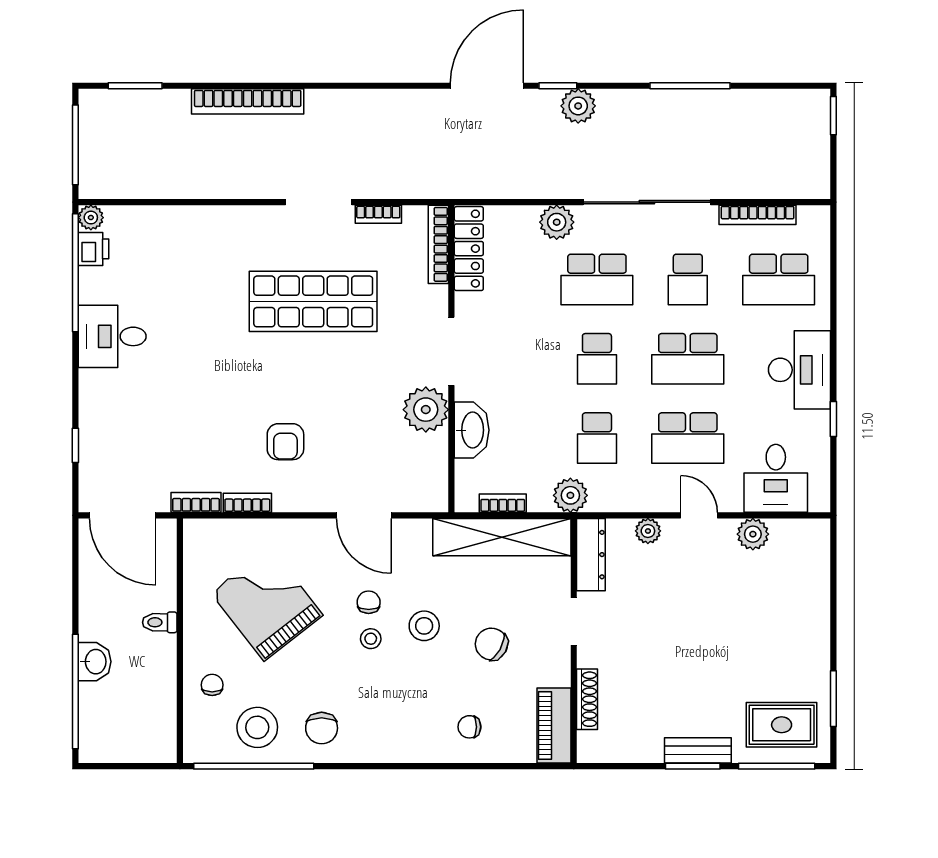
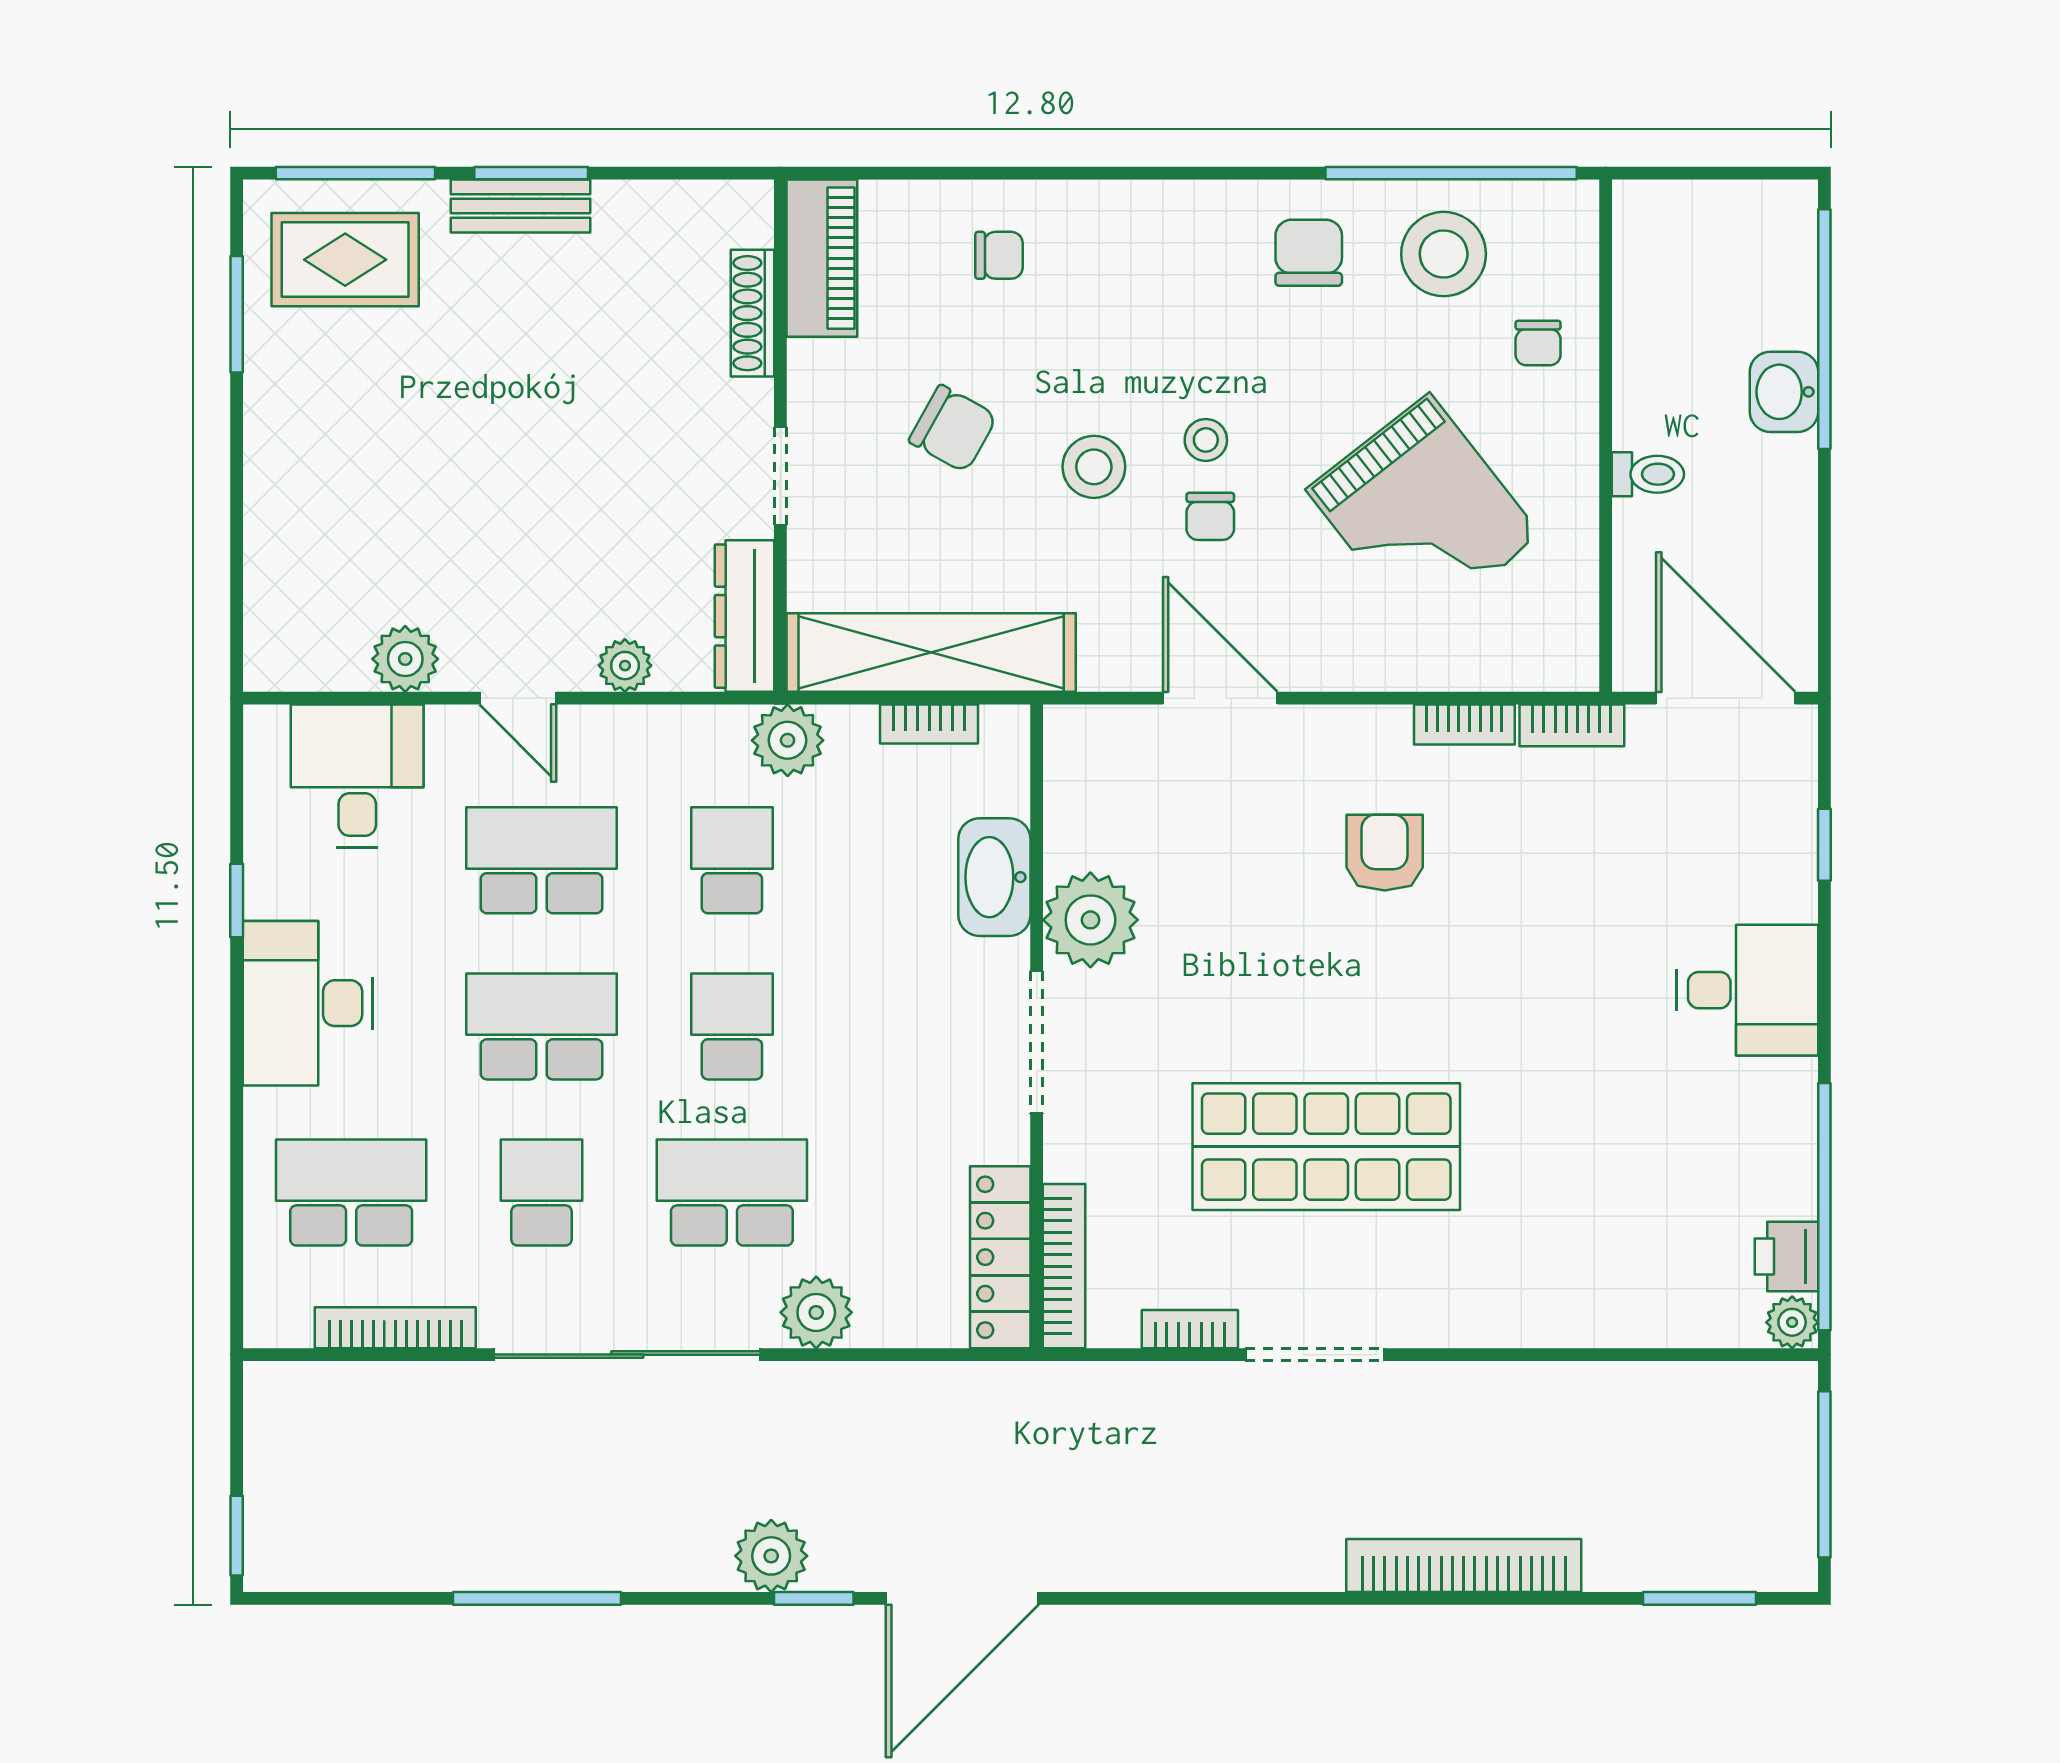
desk: (112, 336) -> (1747, 990), moved

